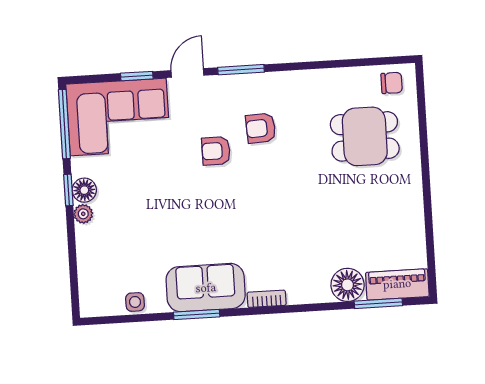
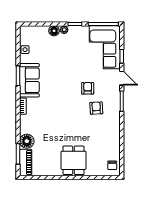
dining table: (365, 136) -> (73, 160), moved
floor lamp: (84, 190) -> (54, 31), moved

